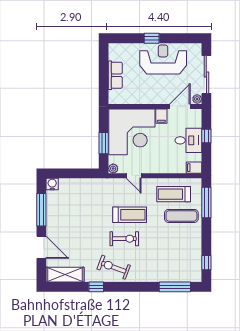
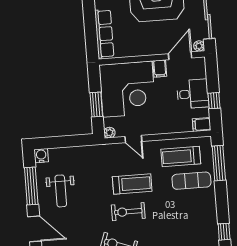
row of seats: (115, 75) -> (104, 34), width x1.48
window: (206, 136) -> (214, 101), moved
weight bench: (67, 216) -> (61, 191), added
exercise bike: (124, 239) -> (128, 212), turned 180

